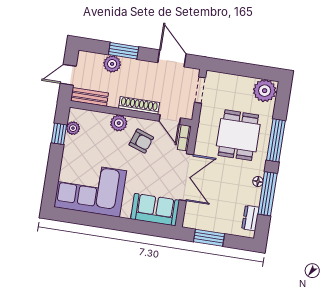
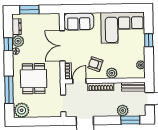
window: (124, 51) -> (130, 120), moved
door: (170, 120) -> (79, 81), hinge flipped
window: (59, 134) -> (149, 40), moved
window: (276, 140) -> (9, 90), moved
window: (268, 194) -> (8, 44), width x0.46
plant: (252, 196) -> (18, 41), added
window: (209, 238) -> (29, 10), moved

